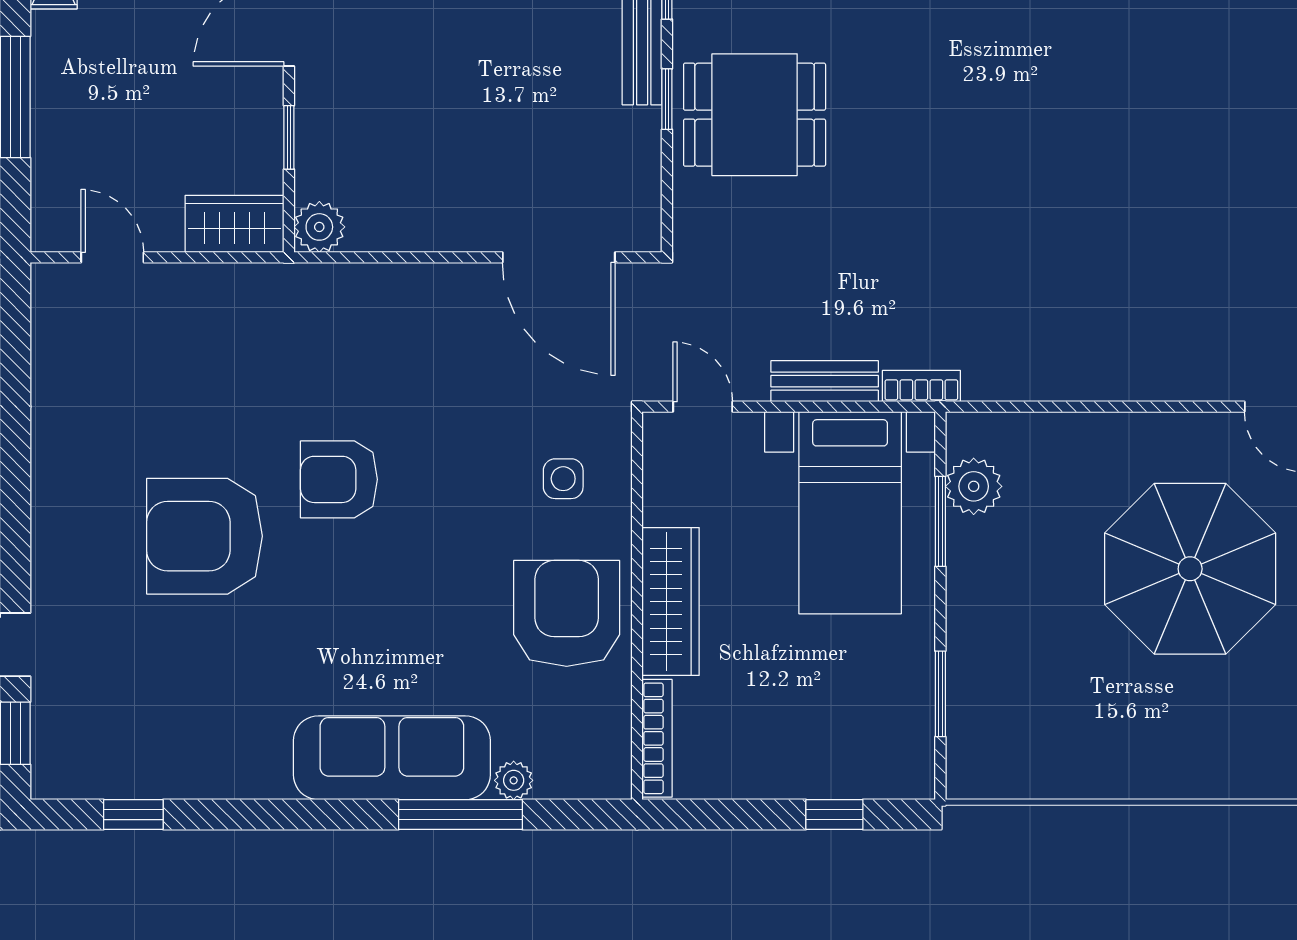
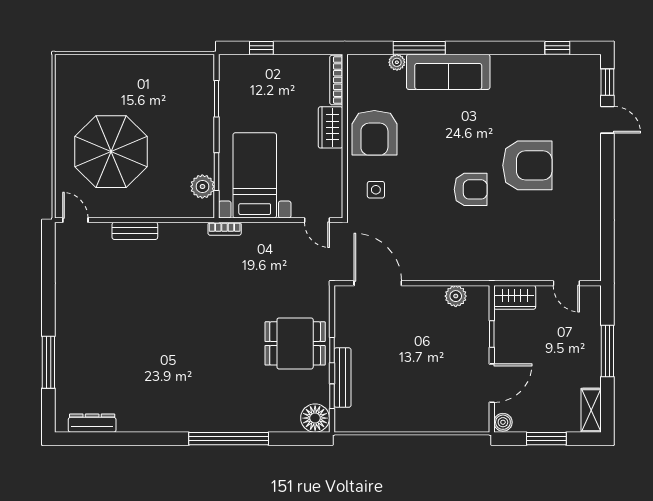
plant: (319, 227) -> (456, 296), moved
bench: (825, 381) -> (135, 231), moved
wardrobe: (671, 602) -> (331, 127), width x0.67

